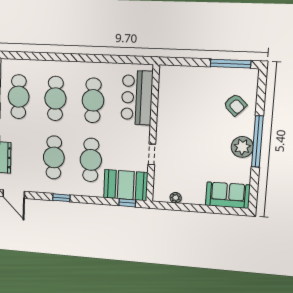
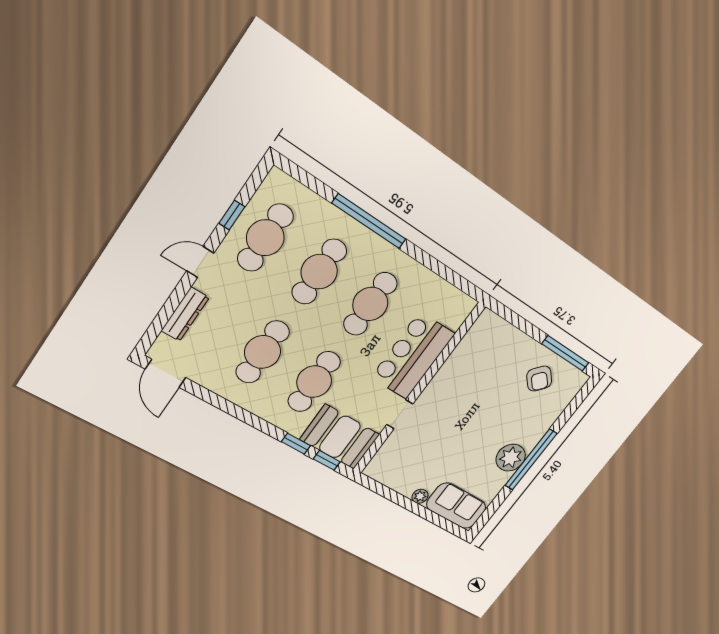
window: (64, 57) -> (369, 221), added
bar counter: (137, 98) -> (413, 356), moved
armchair: (235, 105) -> (539, 379), moved
window: (61, 198) -> (296, 444), moved
plant: (176, 198) -> (420, 496), moved

